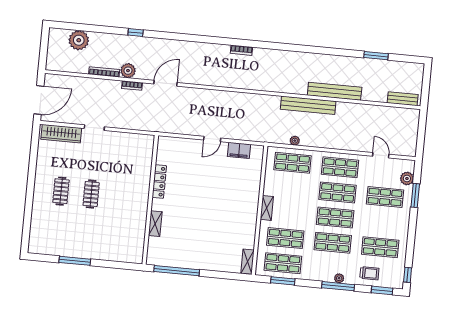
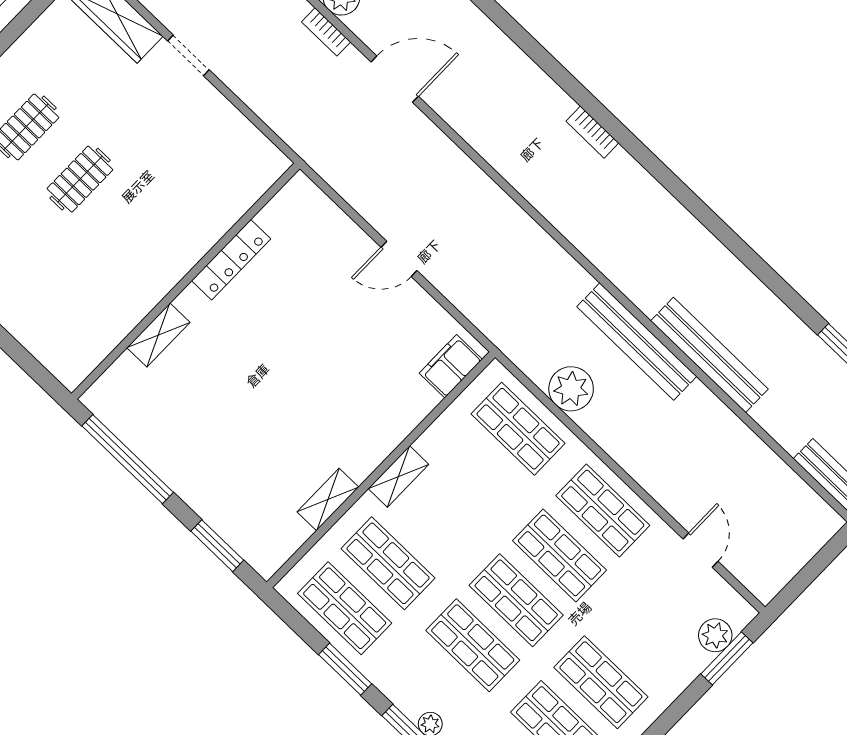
plant: (295, 141) -> (571, 389), width x1.87, depth x1.87
filing cabinet: (239, 150) -> (451, 366), moved, turned 90
window: (415, 195) -> (727, 658), moved
shop shelf: (385, 197) -> (601, 682), moved
shelving: (247, 262) -> (328, 500), moved
window: (227, 275) -> (217, 546), added
window: (283, 281) -> (345, 669), moved

